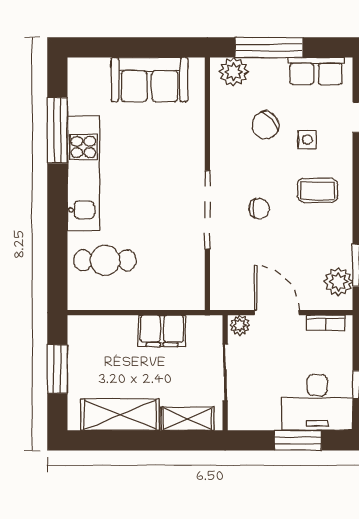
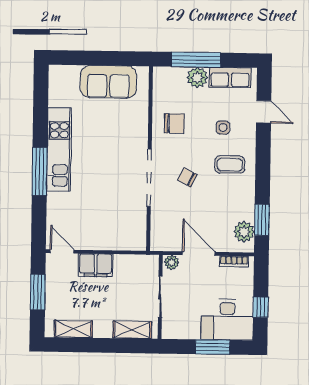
plant: (234, 72) -> (197, 77), moved
chair: (265, 125) -> (174, 123), moved, turned -139
window: (57, 130) -> (40, 171), moved
chair: (259, 209) -> (187, 177), turned -153
cafe table: (105, 260) -> (74, 213), removed
door: (90, 313) -> (62, 251), added
filing cabinet: (162, 331) -> (96, 265), moved
shelving: (120, 415) -> (73, 329), width x0.67, depth x0.75

